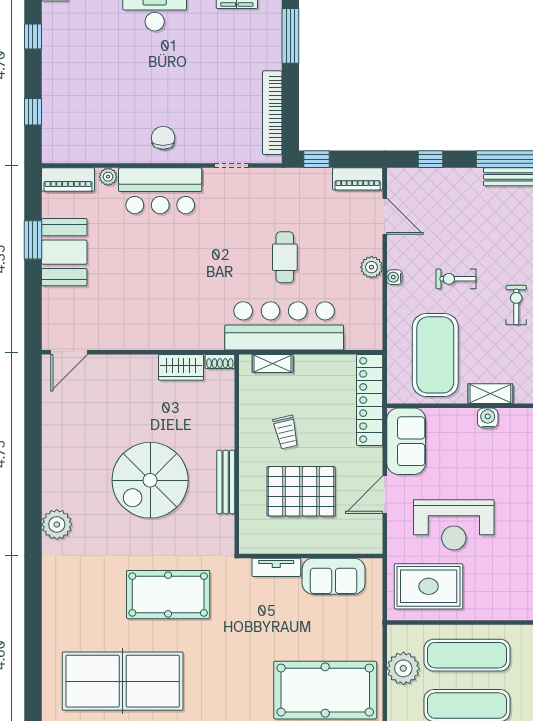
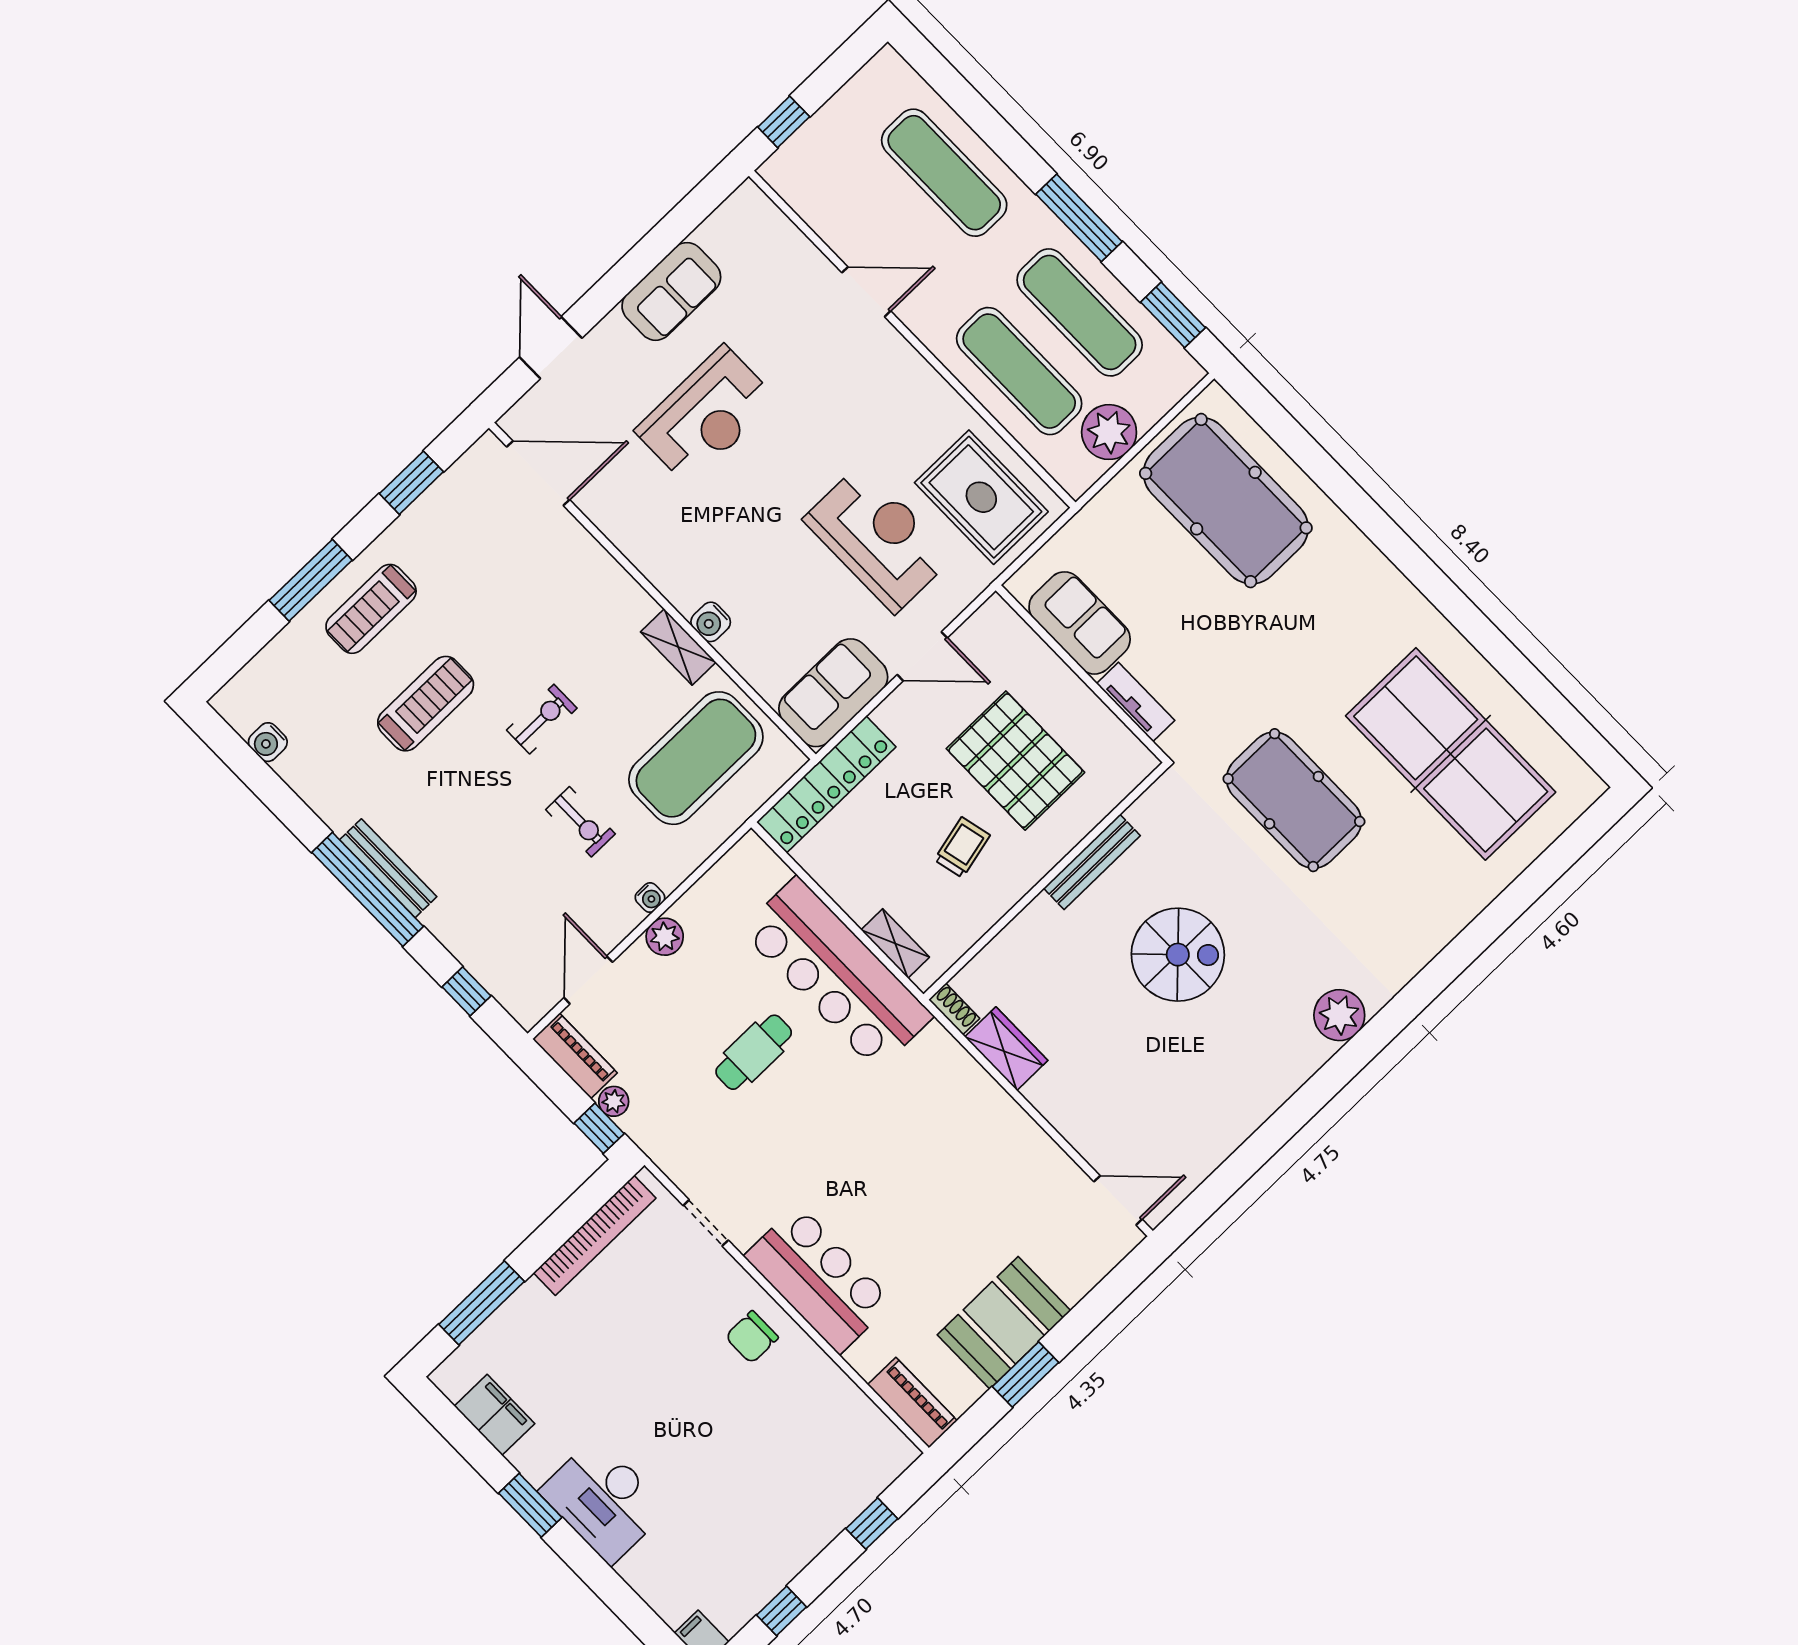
plant: (108, 177) -> (614, 1101), moved
exercise bike: (516, 305) -> (542, 719), turned 180
spiral stairs: (150, 480) -> (1178, 955), width x0.73, depth x0.73

